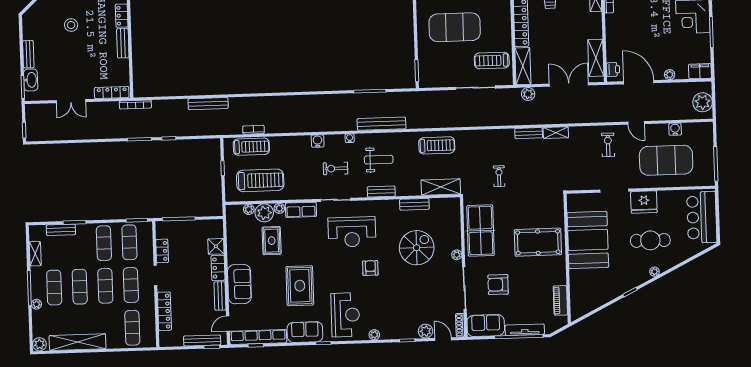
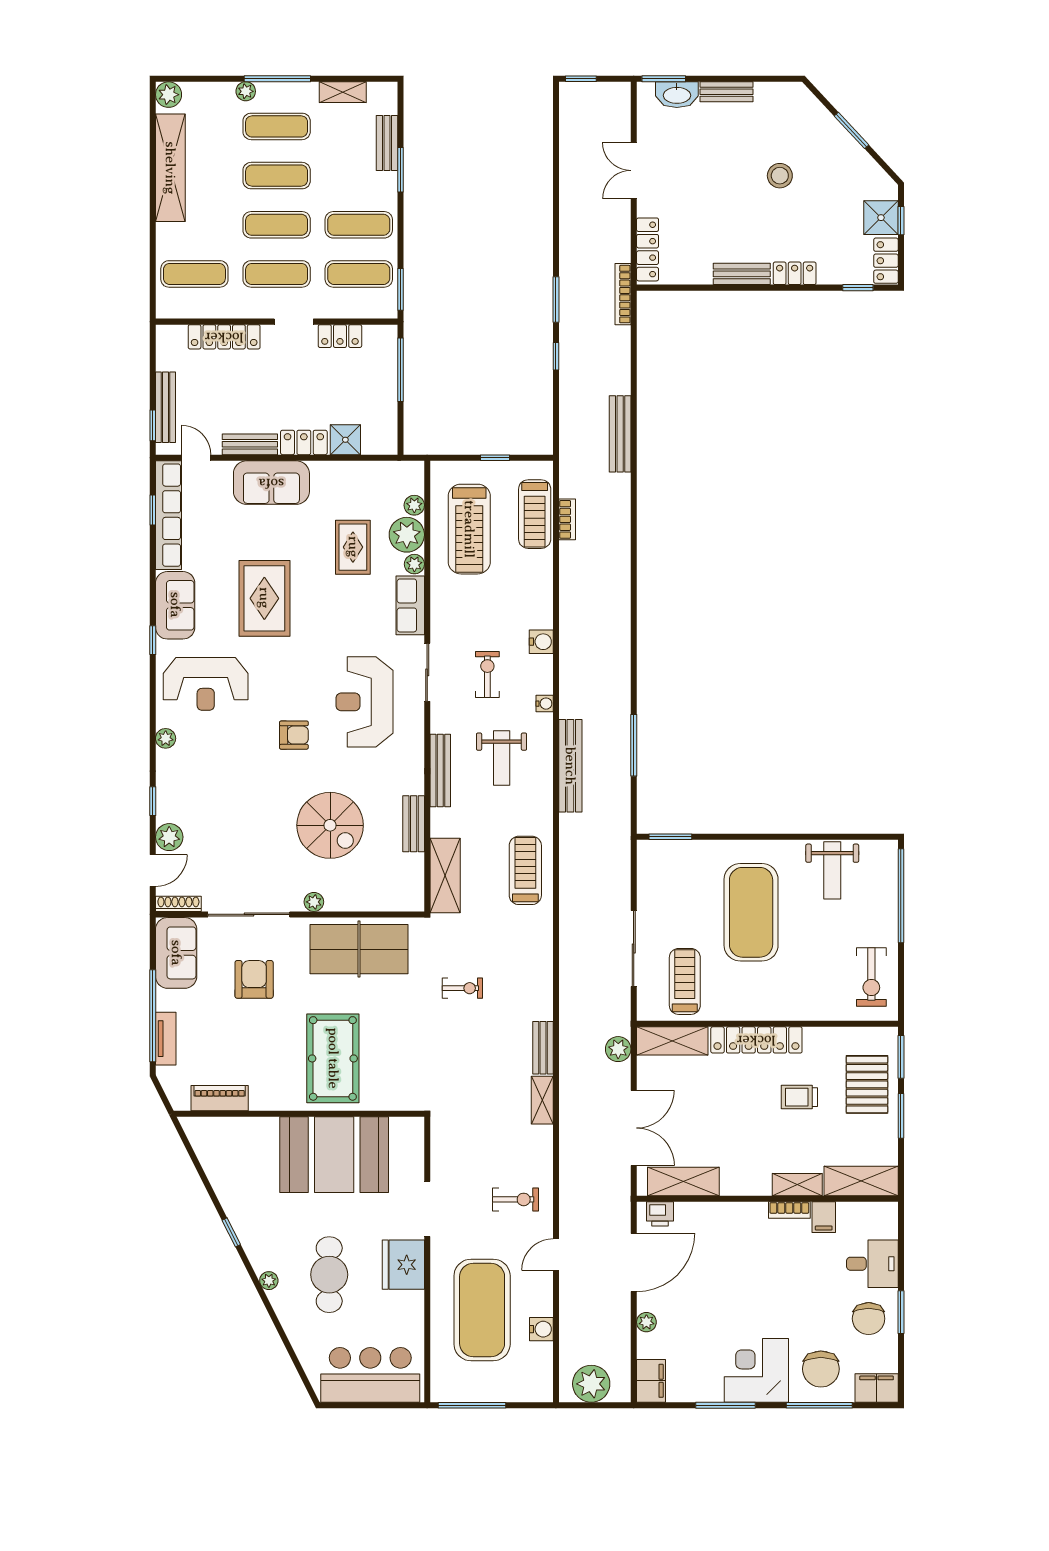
treadmill: (437, 145) -> (525, 870), turned 180
bench: (381, 191) -> (440, 771), width x1.36
rug: (272, 241) -> (353, 547), turned 90
rug: (300, 286) -> (264, 598), turned 90
tv unit: (525, 330) -> (166, 1039), width x0.71

